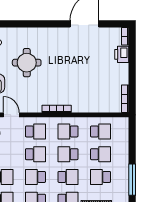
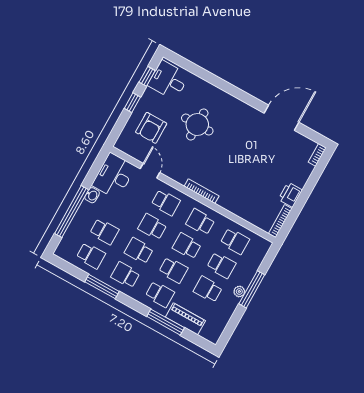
printer: (122, 54) -> (290, 195), moved
school desk: (35, 154) -> (152, 227), turned 180
plant: (124, 166) -> (239, 291), added
window: (132, 180) -> (252, 289), moved

